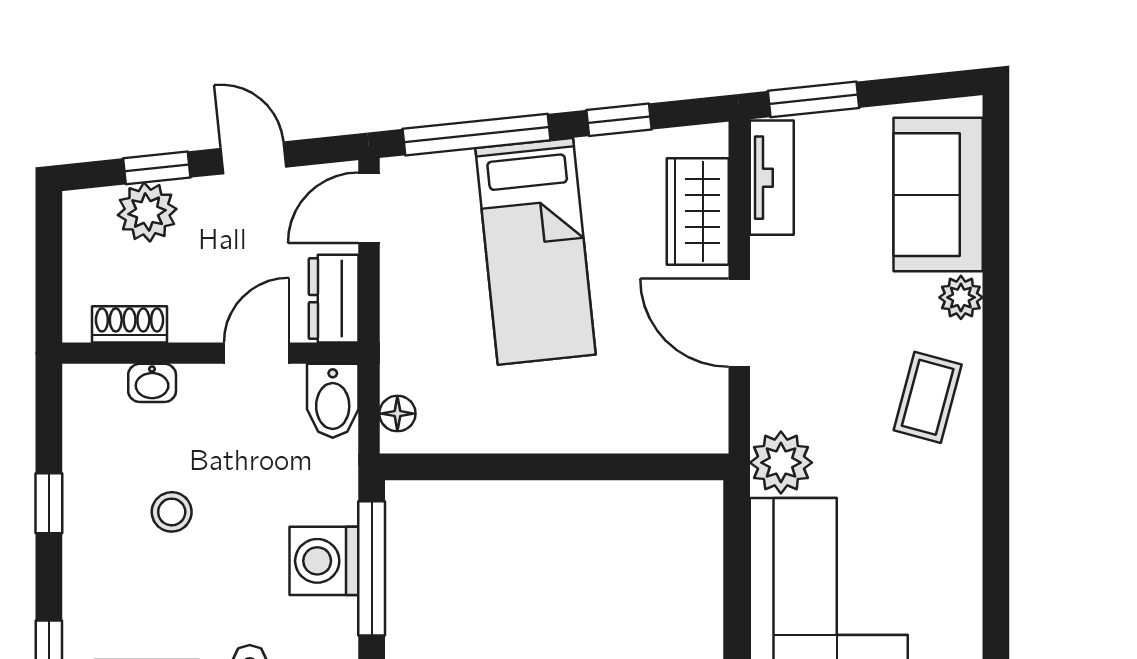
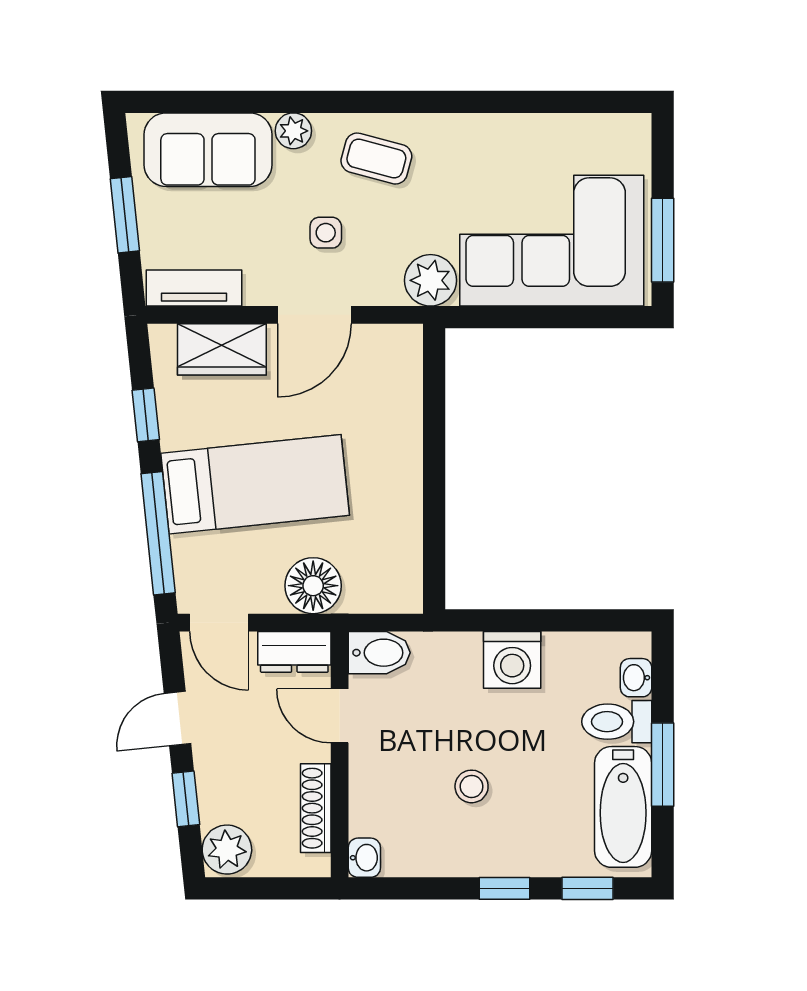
window: (814, 99) -> (125, 215), moved
plant: (147, 212) -> (227, 850), moved
shoe rack: (130, 324) -> (316, 808), width x1.43
side table: (838, 336) -> (326, 233), added
washbasin: (152, 383) -> (364, 858), moved
floor lamp: (397, 414) -> (313, 586), moved, width x1.89, depth x1.89
window: (49, 503) -> (505, 888), moved
window: (372, 568) -> (519, 620), removed

